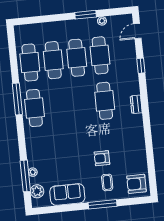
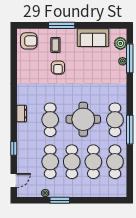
round table: (69, 105) -> (83, 119), added
armchair: (102, 158) -> (58, 68), turned 90

